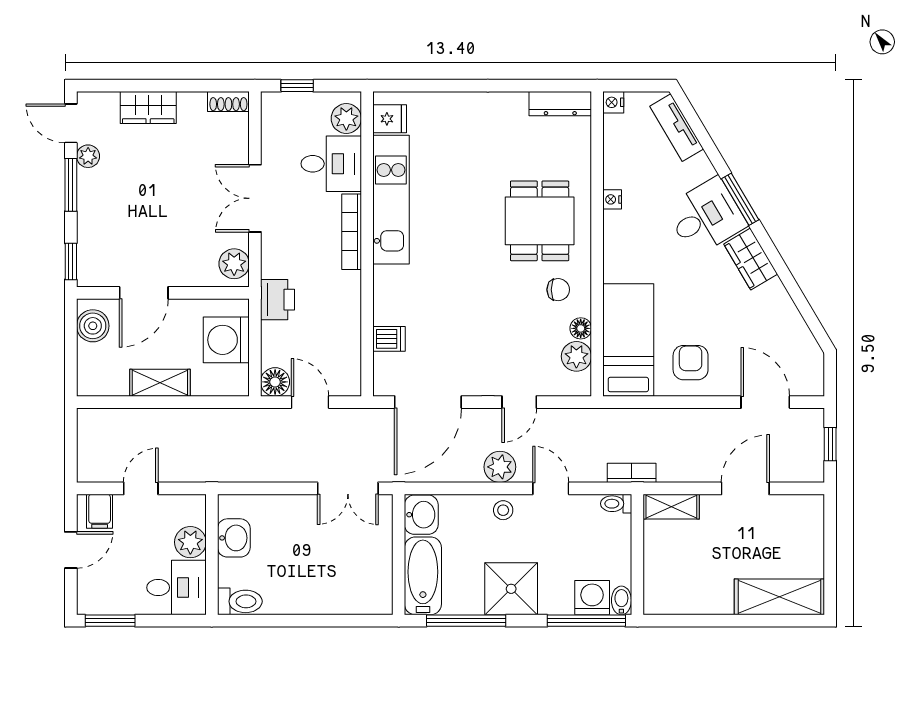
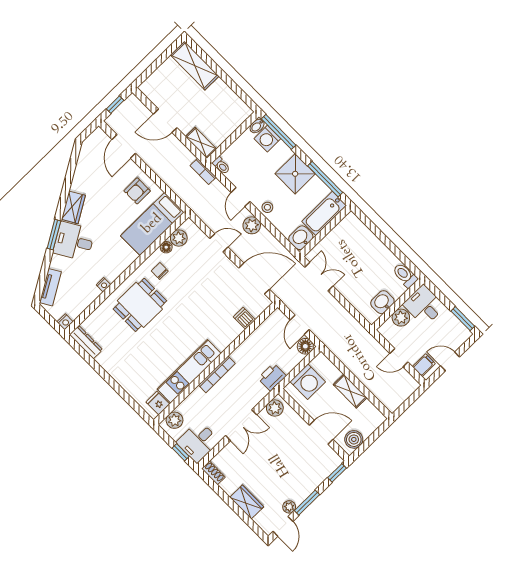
desk: (331, 164) -> (198, 442), moved, turned -90

